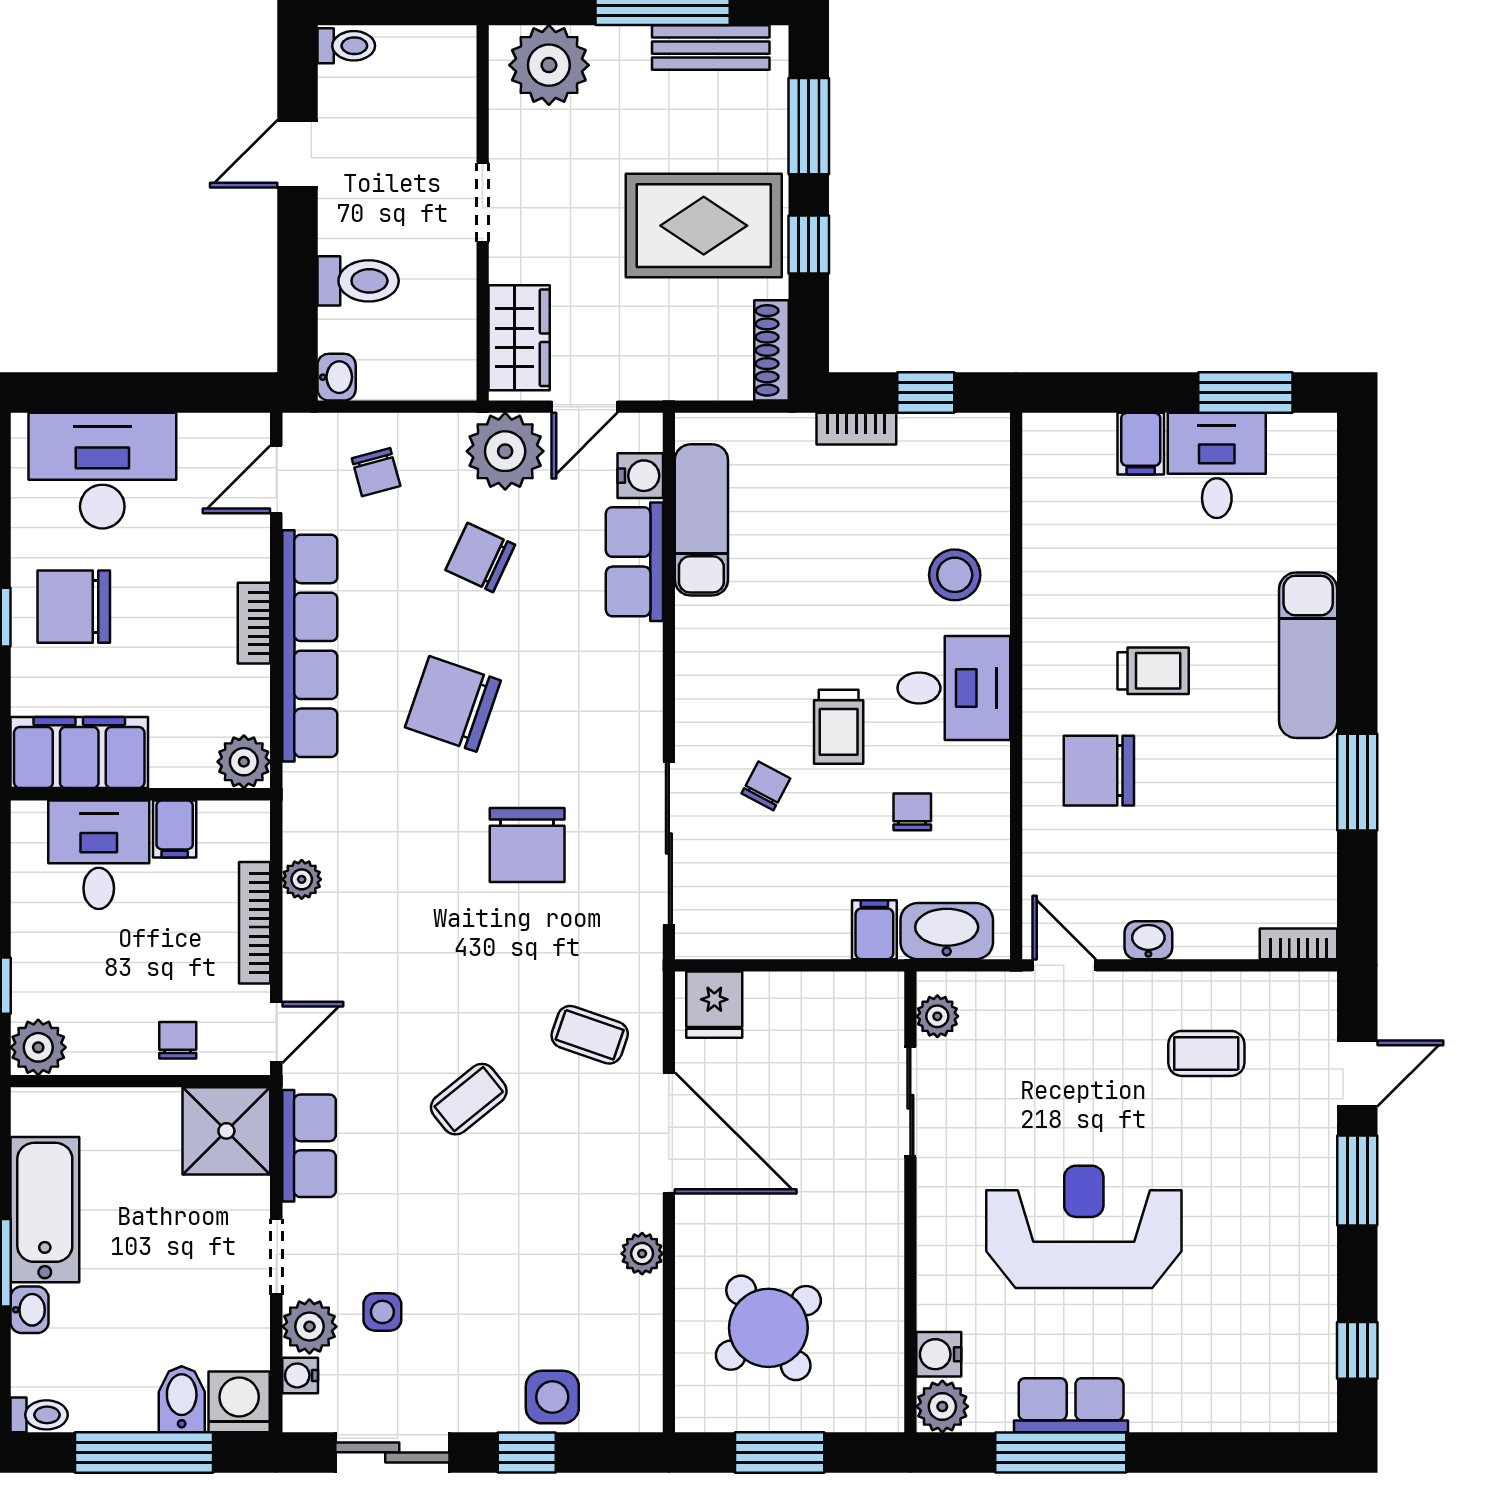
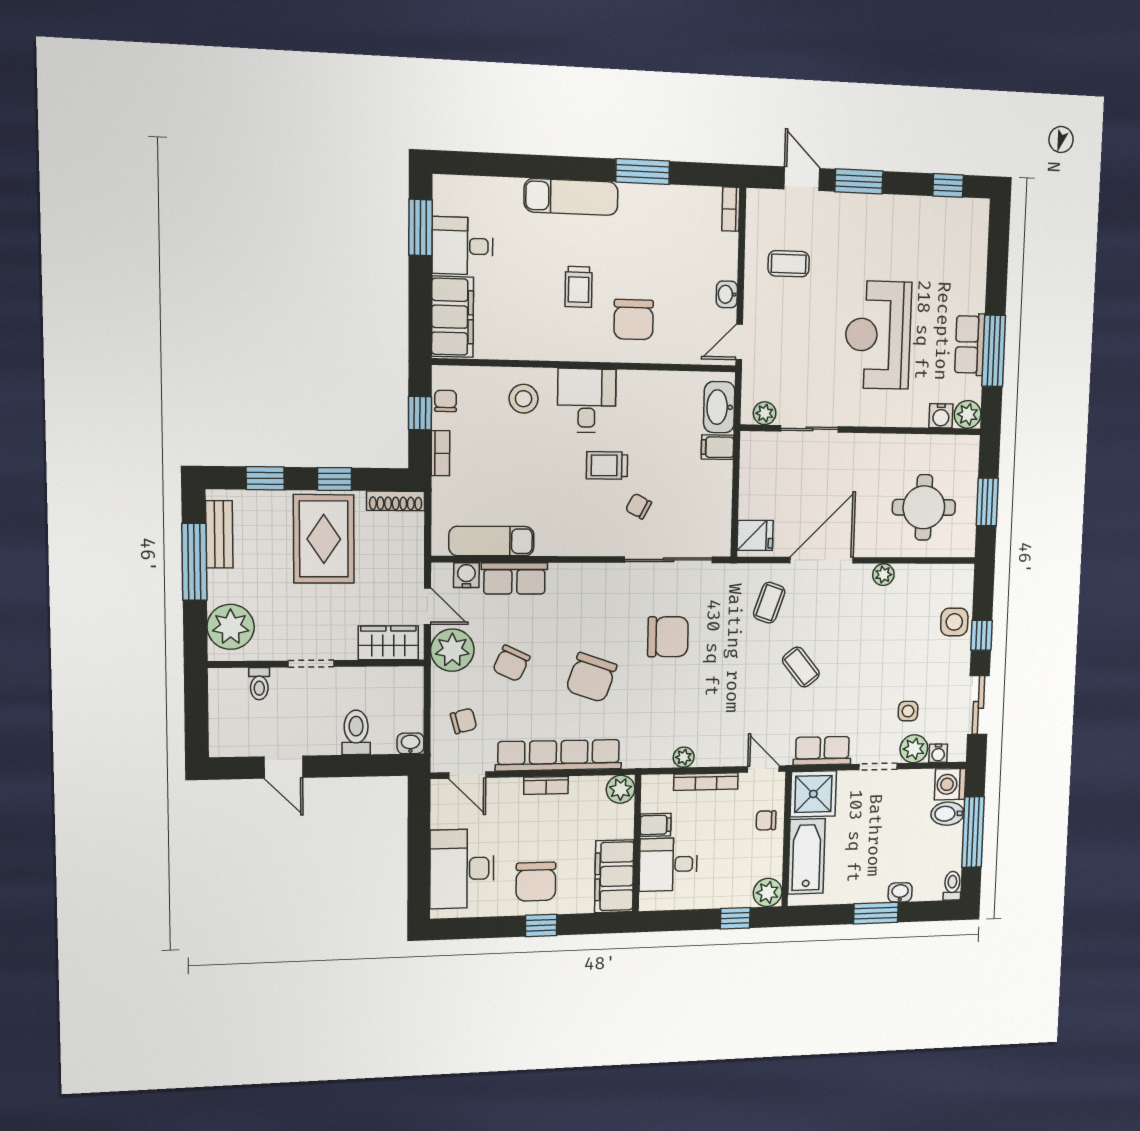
toilet: (346, 46) -> (259, 684), moved, turned 180
window: (809, 126) -> (265, 478), width x0.67
filing cabinet: (1141, 444) -> (453, 317), width x3.00, depth x1.17
trolley: (1153, 671) -> (579, 287), turned 180
trolley: (839, 727) -> (607, 465), turned 180
chair: (912, 812) -> (446, 401), moved, turned 90
coffee table: (1206, 1053) -> (789, 264), turned 90
bathtub: (45, 1210) -> (807, 856), moved, turned 90
round table: (768, 1328) -> (924, 507), turned 36

